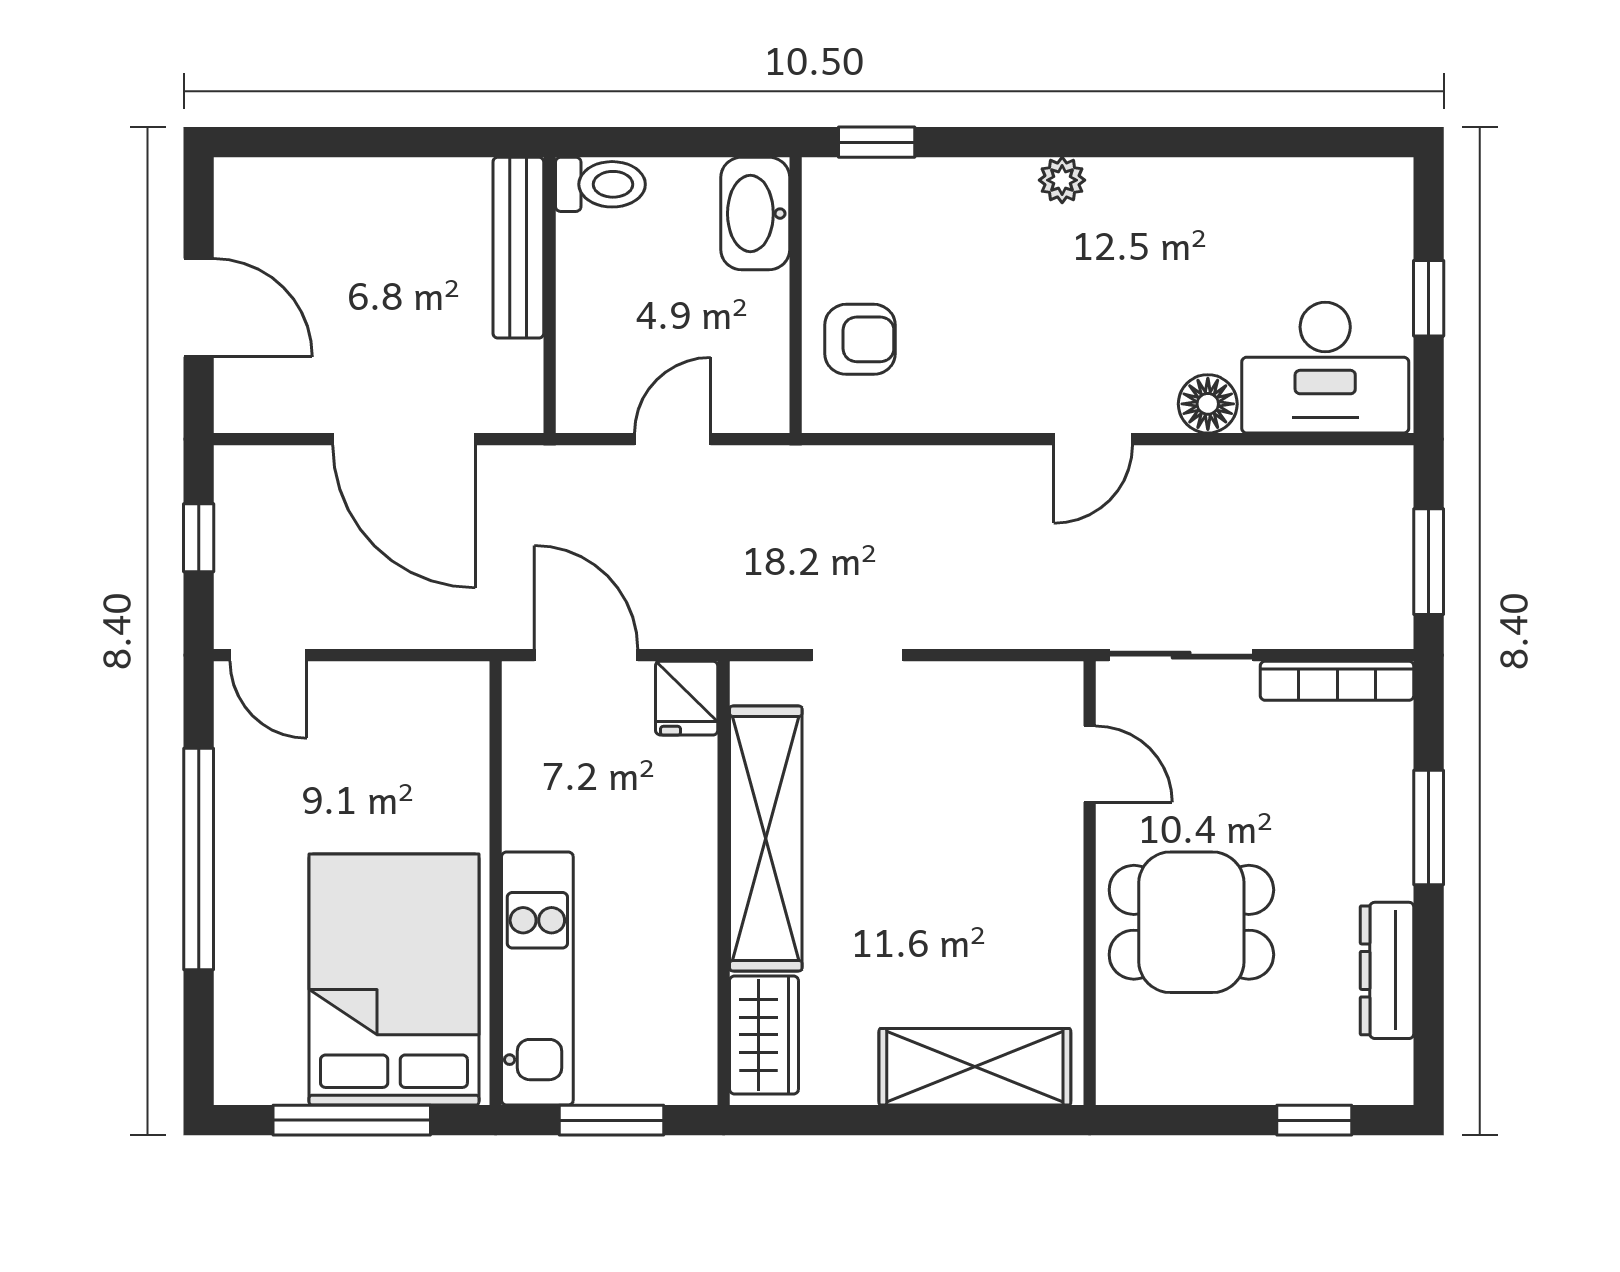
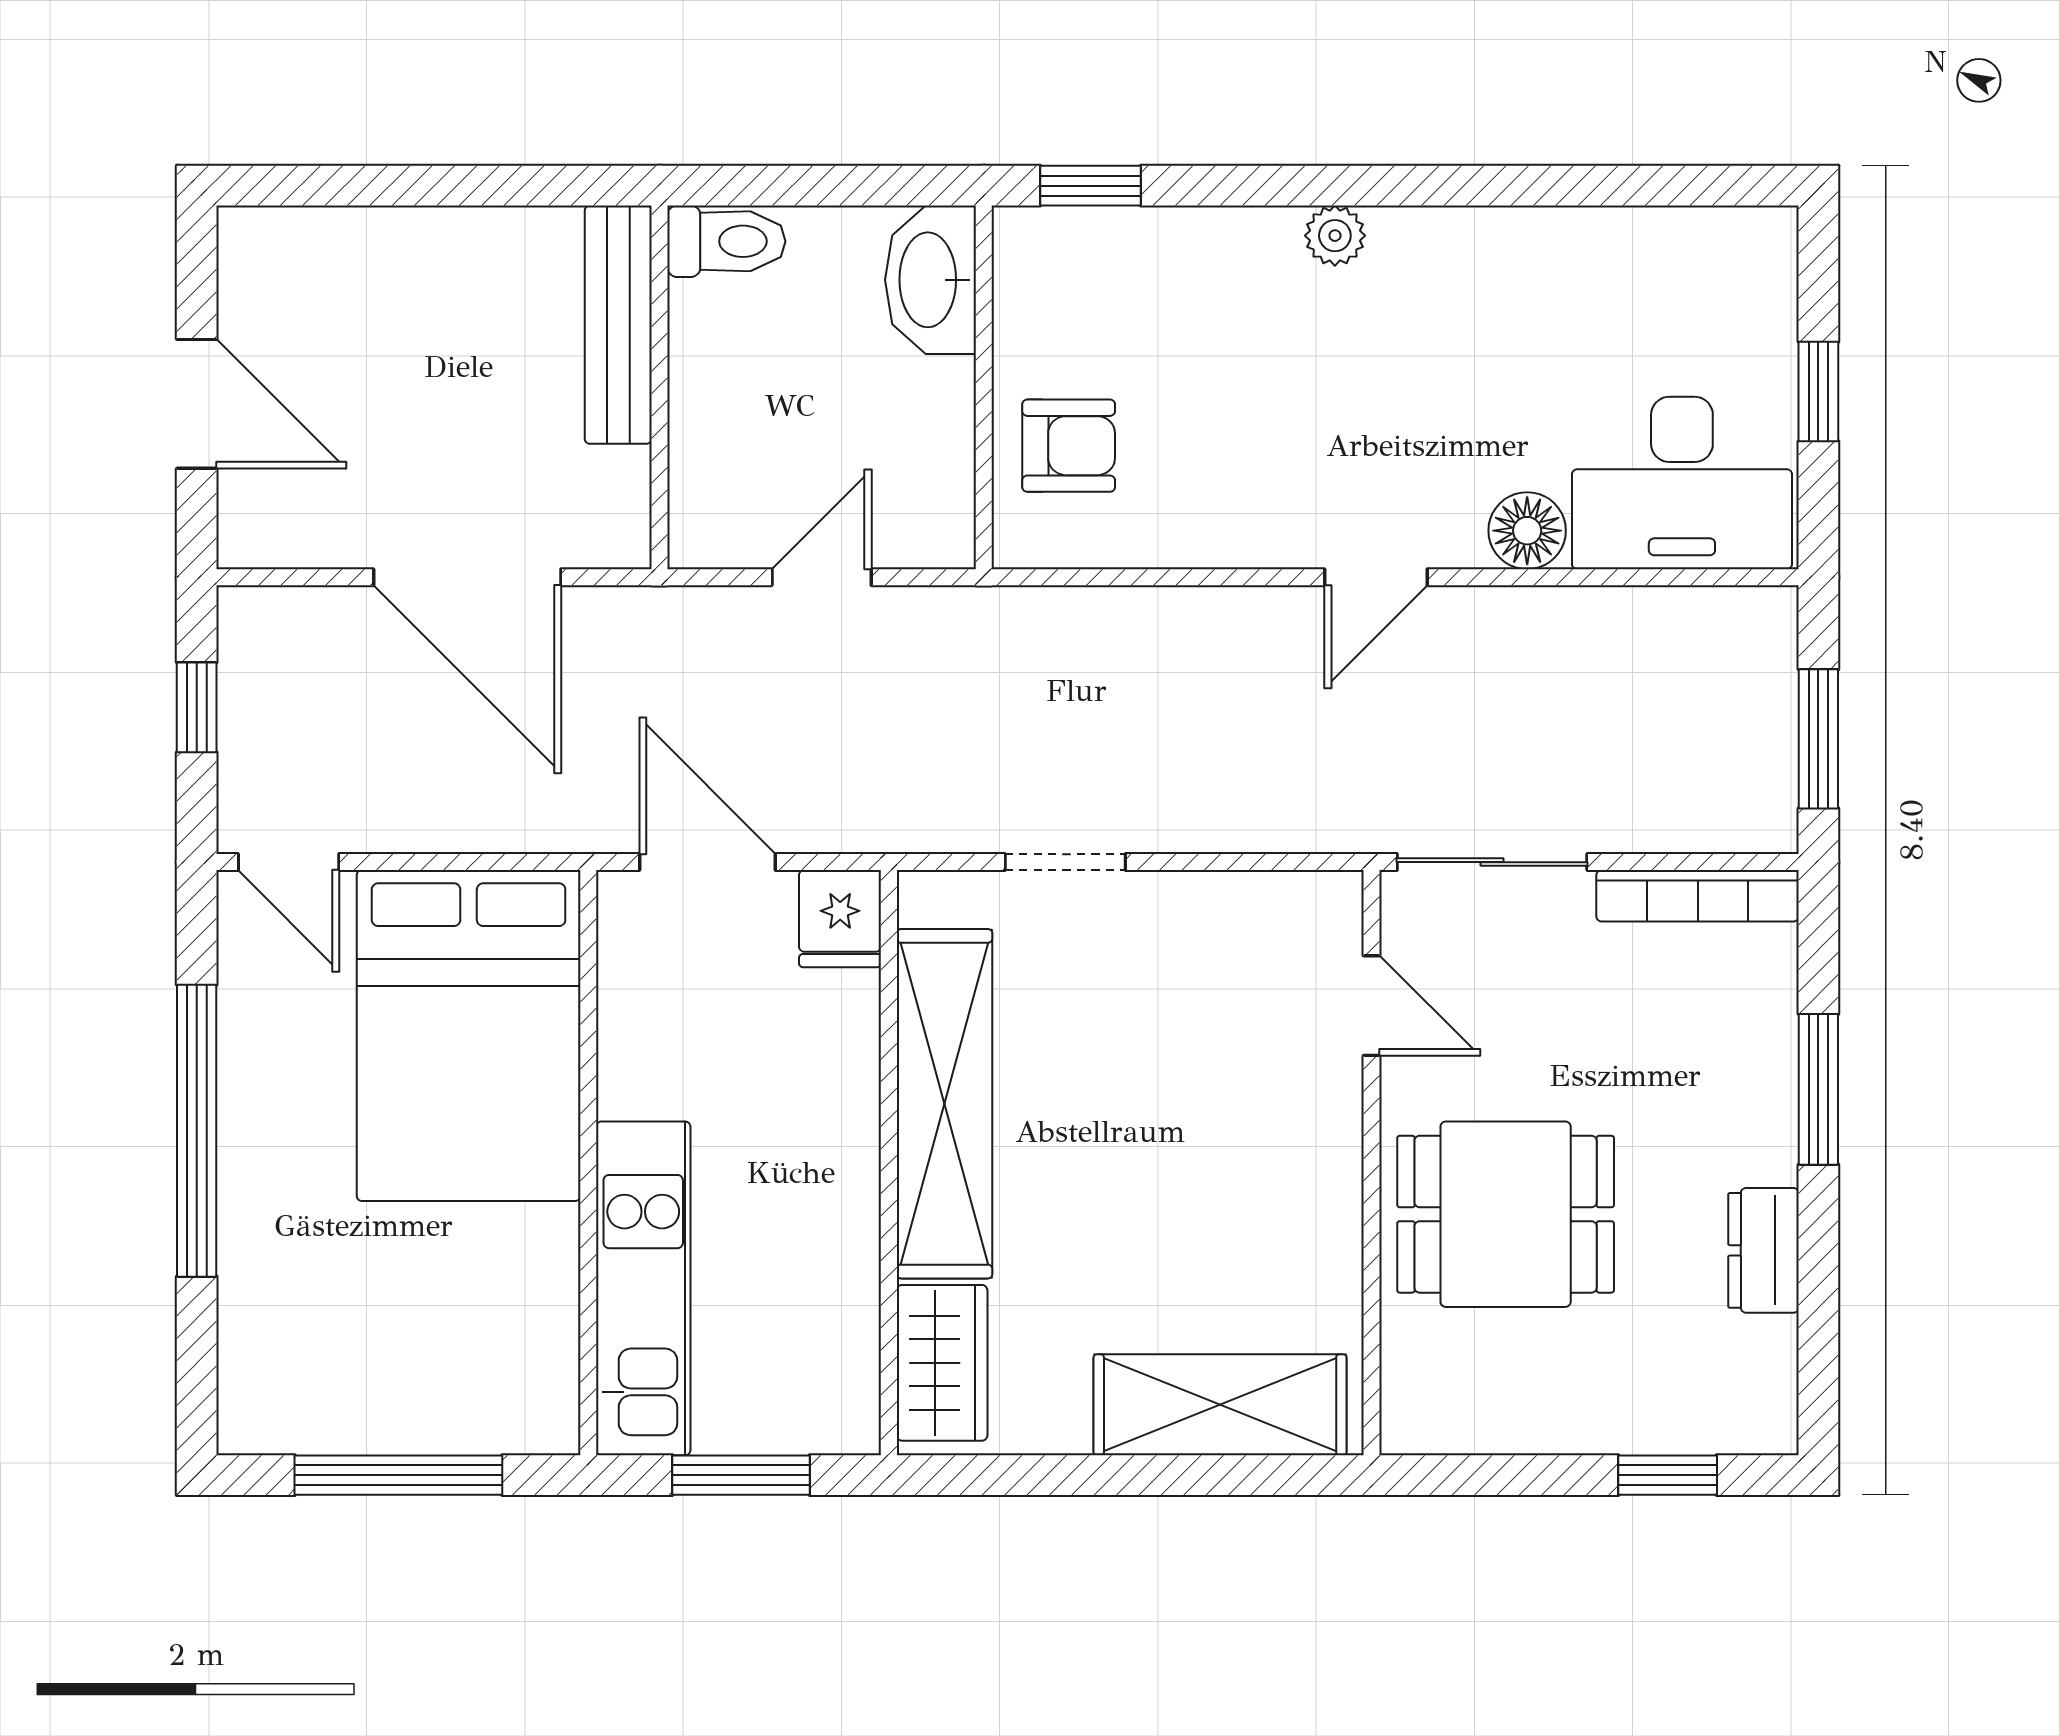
dresser: (1387, 970) -> (1763, 1250), width x0.70
bed: (394, 980) -> (469, 1036), moved, turned 180

